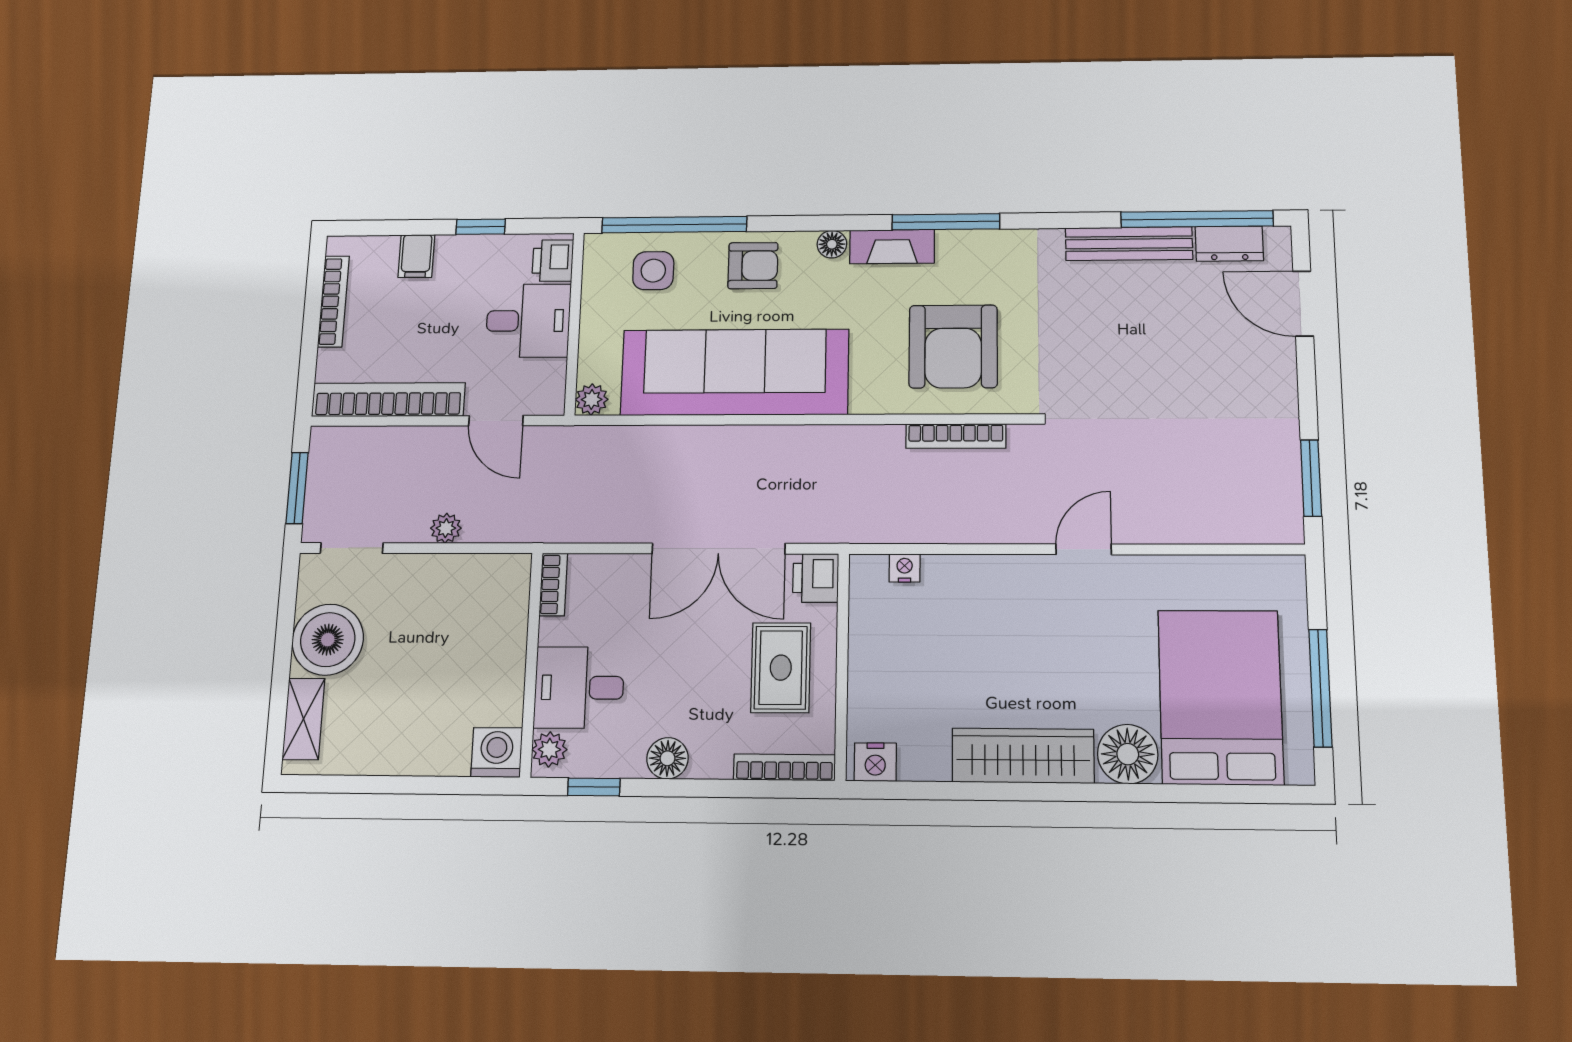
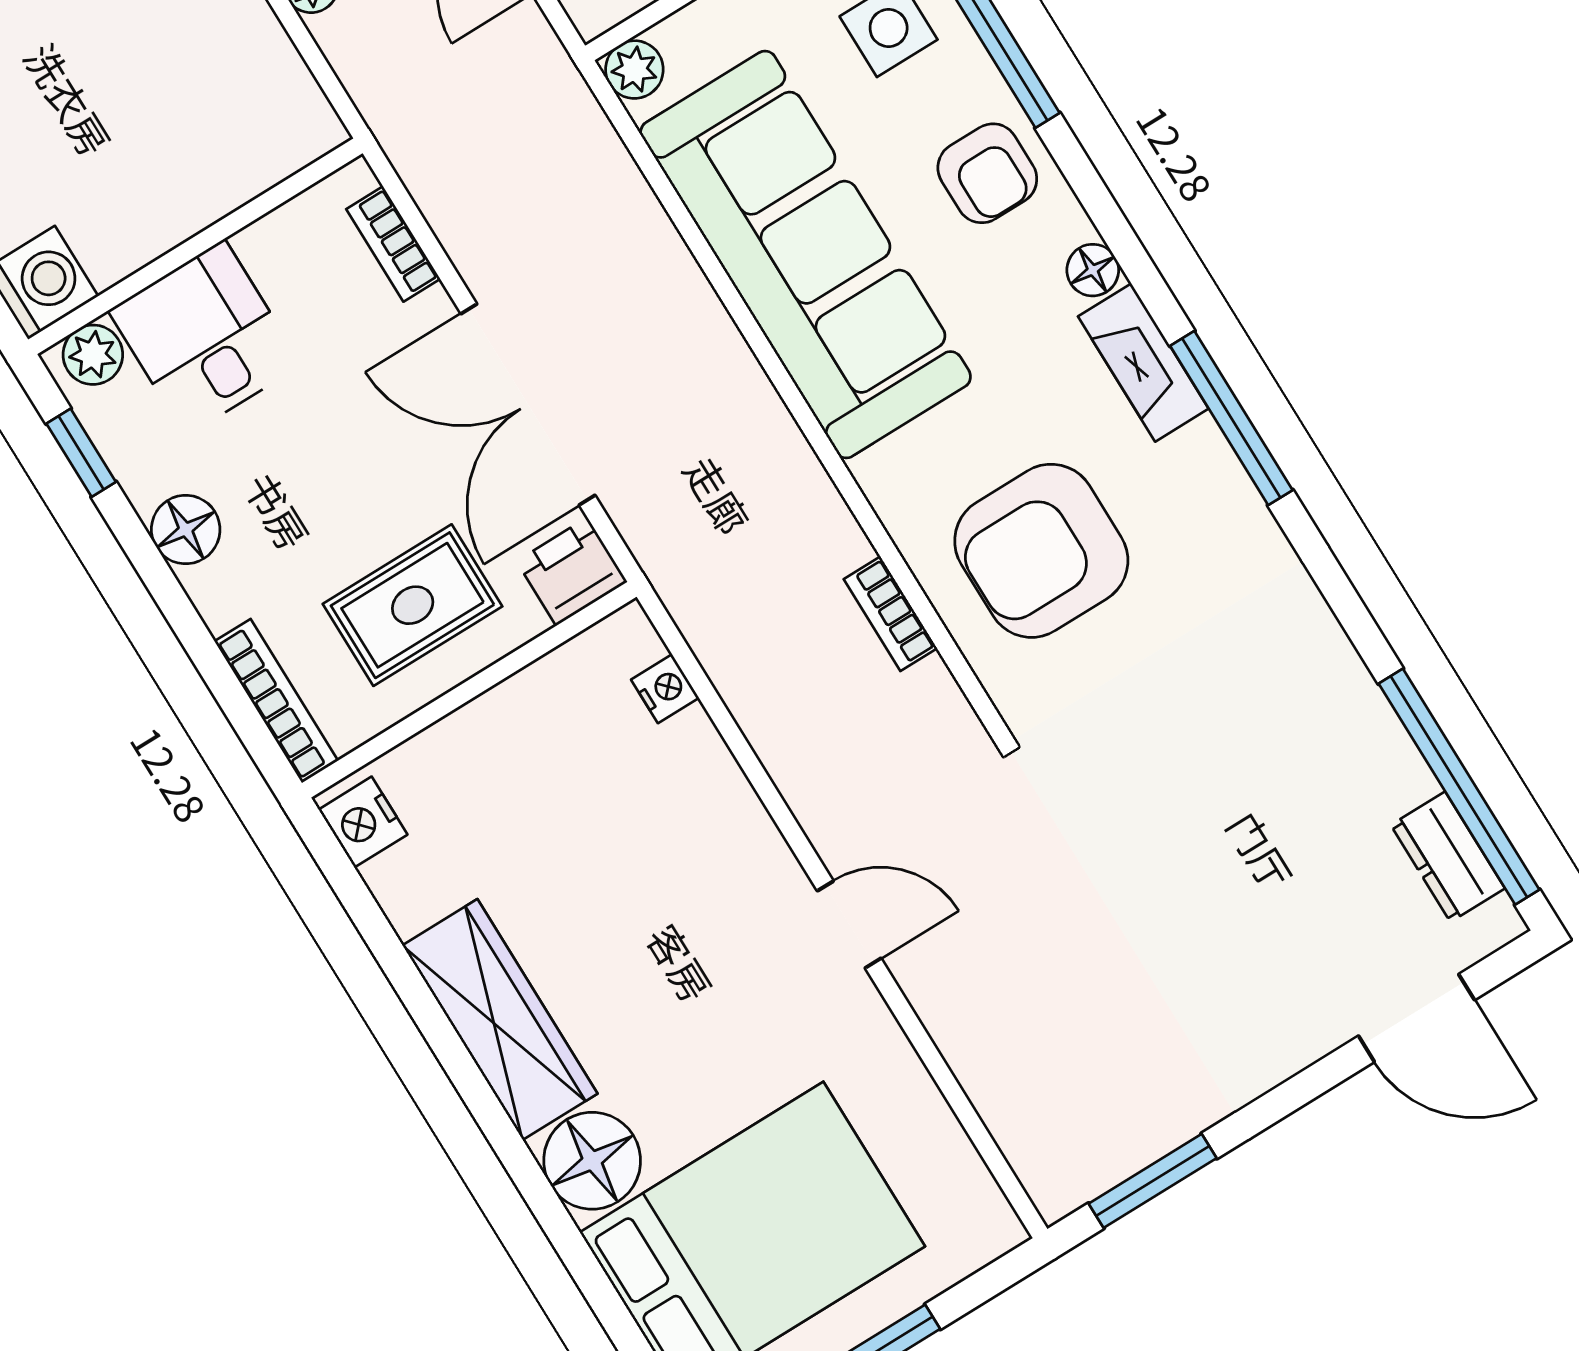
bench: (1129, 244) -> (1359, 710), removed
door: (1303, 304) -> (1416, 1018), swing flipped
bookcase: (956, 436) -> (890, 614), width x0.64
bookcase: (553, 584) -> (393, 244), moved, turned 90

